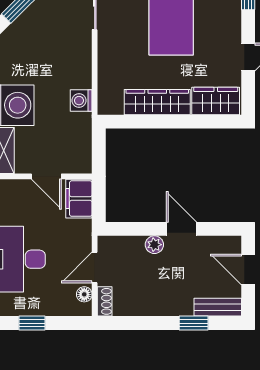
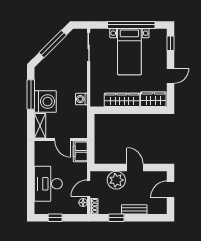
plant: (154, 245) -> (116, 180), width x1.87, depth x1.87
door: (248, 269) -> (171, 189), hinge flipped
bench: (218, 307) -> (134, 209), moved
window: (194, 323) -> (116, 218), moved

